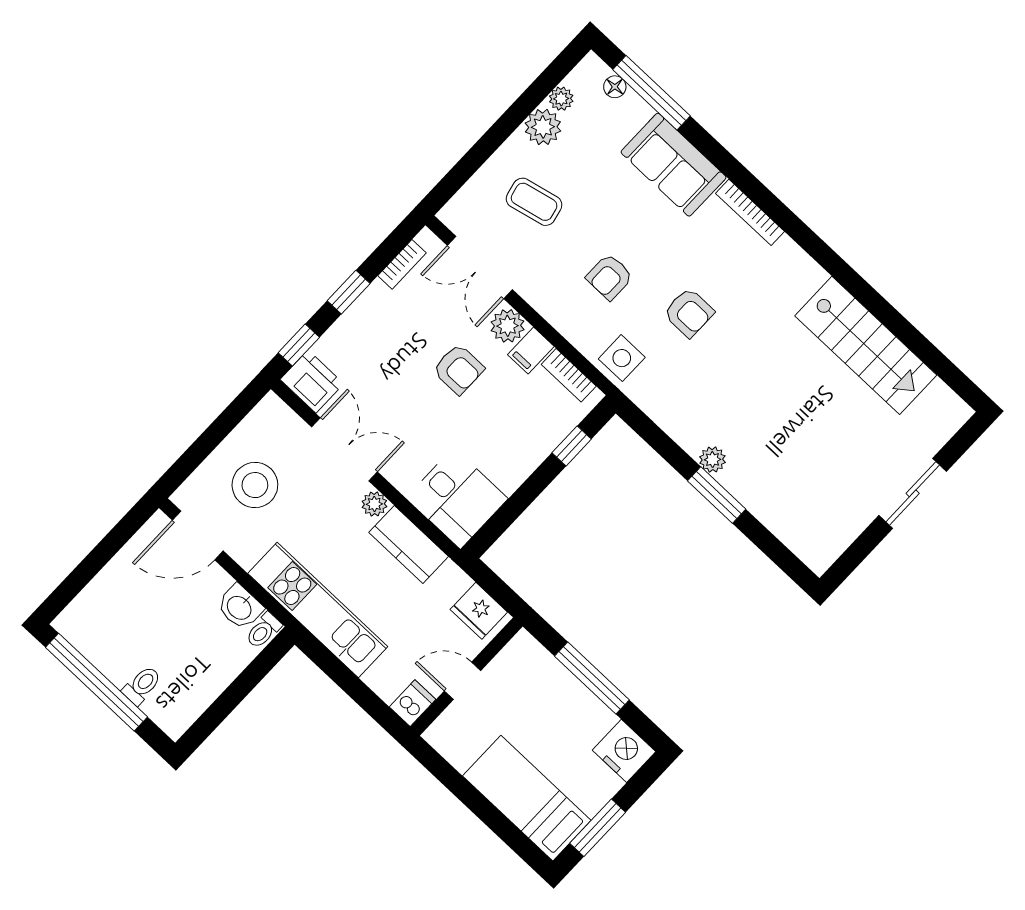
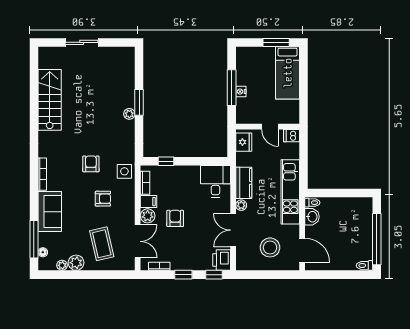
coffee table: (534, 202) -> (102, 244), width x1.36, depth x1.30
toilet: (142, 685) -> (364, 265), moved
nightstand: (624, 751) -> (241, 92), moved, width x0.53, depth x0.56

